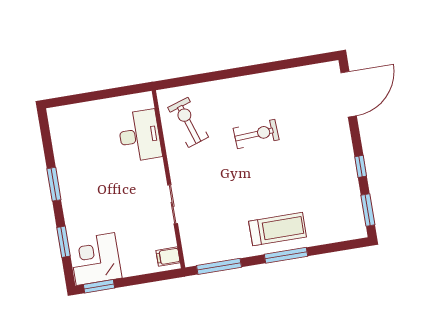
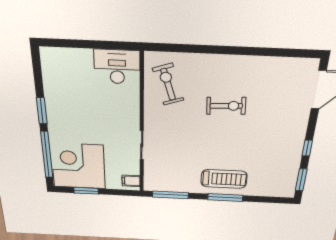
desk: (140, 136) -> (117, 67), moved, turned -90
window: (63, 242) -> (47, 155), width x2.11
corner desk: (95, 259) -> (78, 166), width x1.36, depth x1.36
window: (99, 286) -> (86, 191), moved

